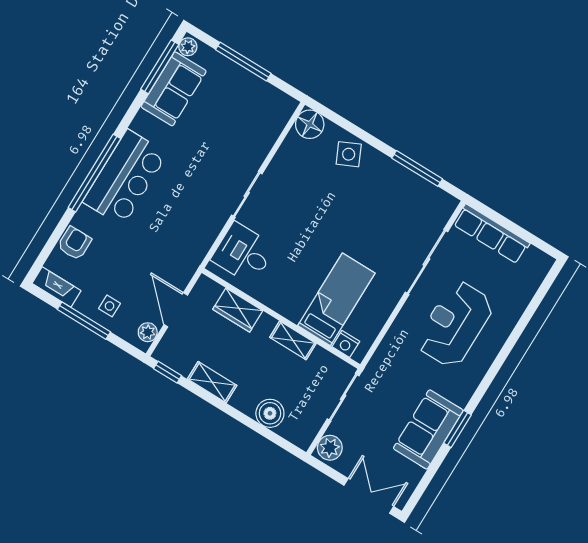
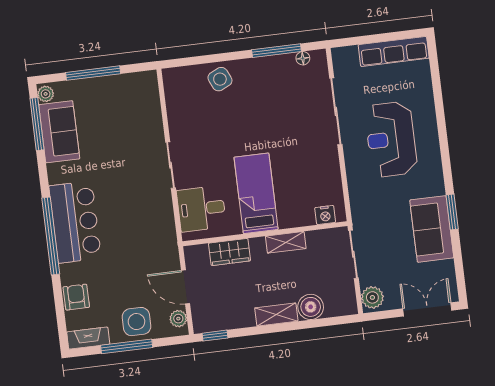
floor lamp: (310, 124) -> (303, 58), moved, width x0.53, depth x0.53
row of seats: (491, 234) -> (394, 51), moved
bed: (336, 299) -> (256, 193), moved
side table: (109, 306) -> (136, 322), width x1.87, depth x1.87
shelving: (212, 382) -> (276, 315), moved

